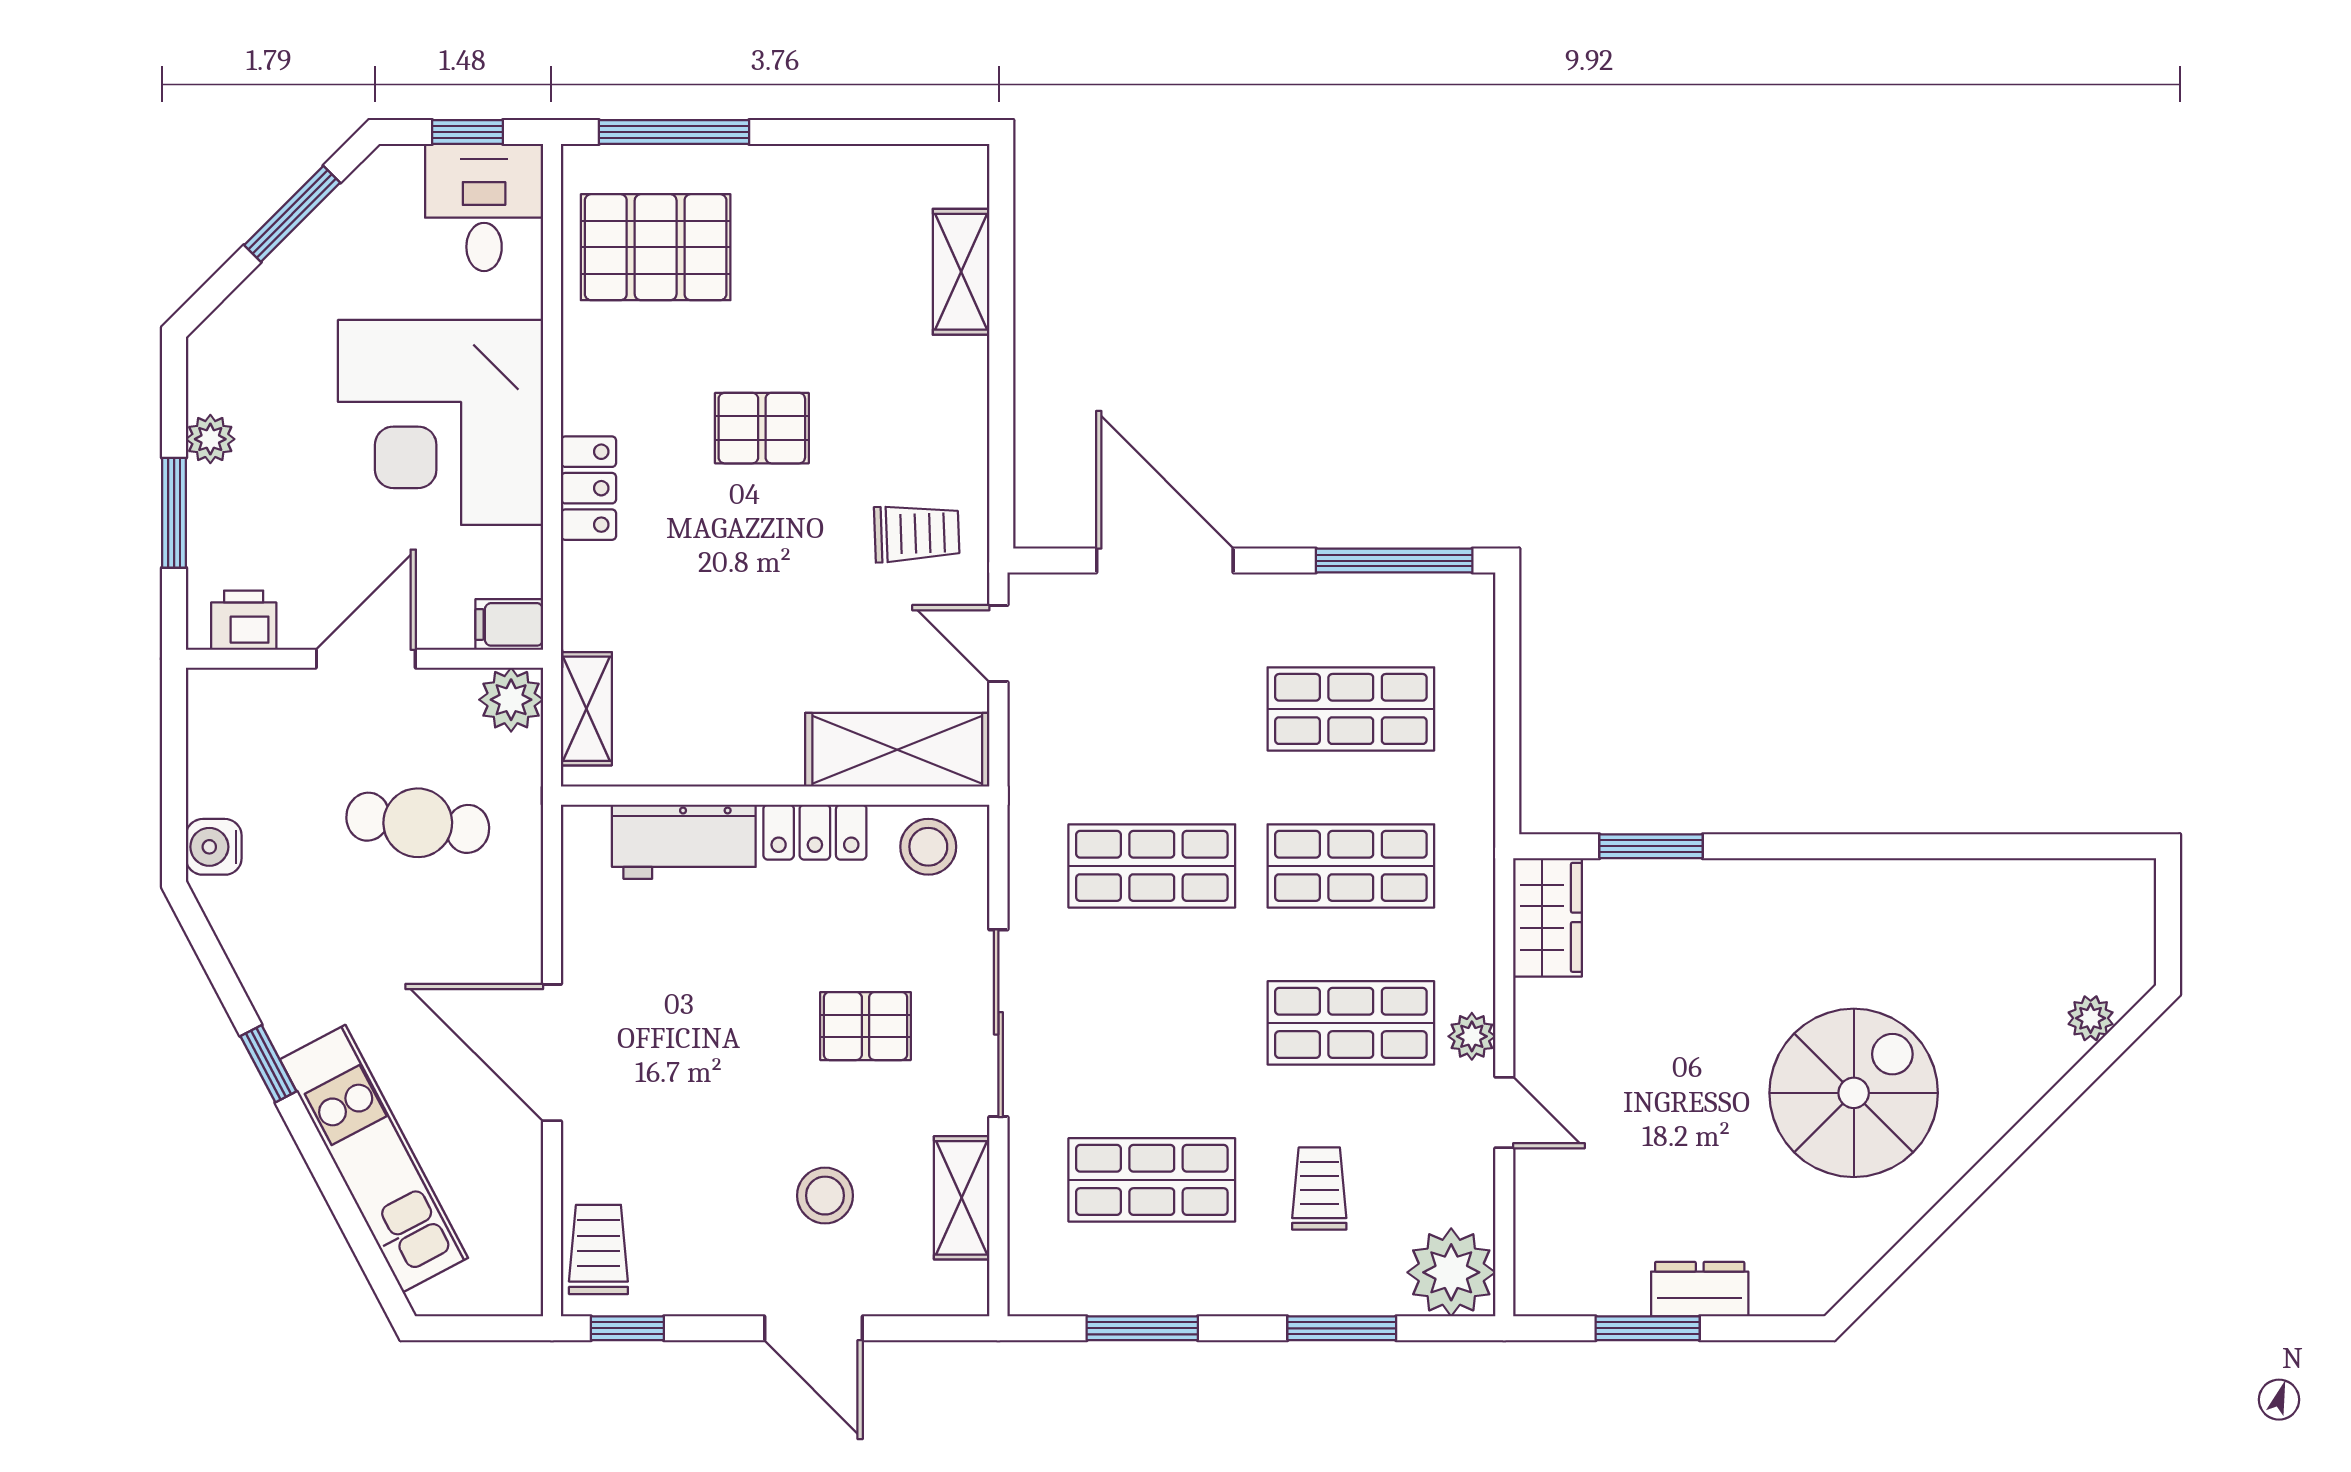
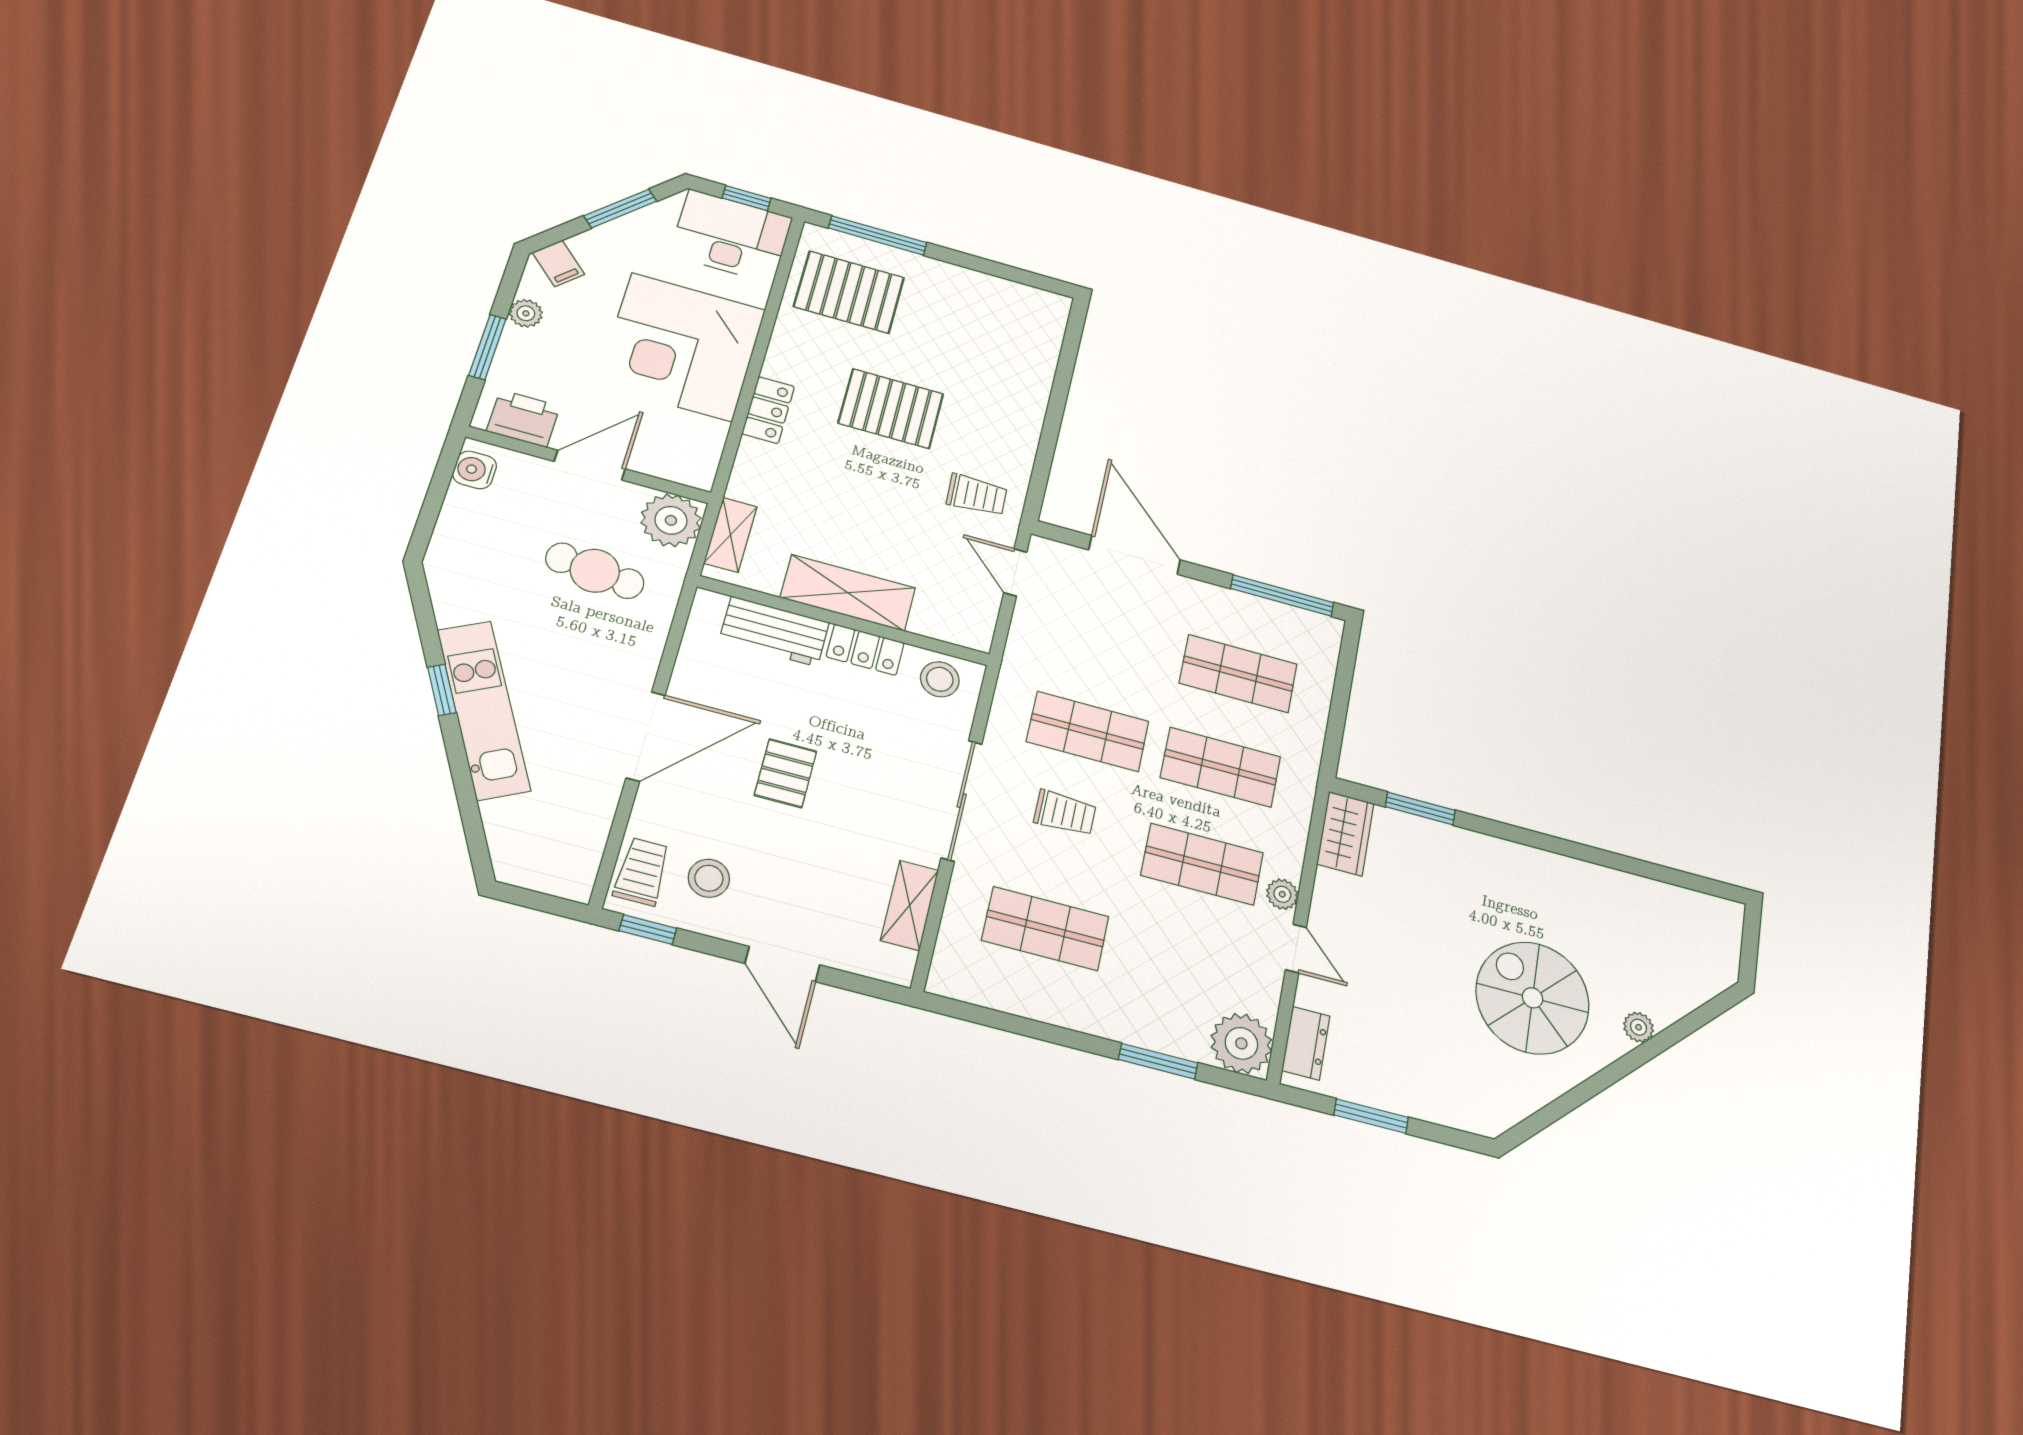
desk: (484, 207) -> (731, 236), width x1.37
shelving: (961, 272) -> (1040, 360), removed
pallet: (762, 428) -> (891, 409), width x1.50, depth x1.42
printer: (244, 620) -> (523, 419), width x1.36, depth x1.24
filing cabinet: (509, 624) -> (558, 263), moved, turned -135
plant: (511, 700) -> (671, 520), width x1.36, depth x1.36
shelving: (897, 750) -> (848, 593), moved
water cooler: (214, 847) -> (475, 470), moved
plant: (2091, 1018) -> (1639, 1027), moved
pallet: (865, 1026) -> (786, 773), moved, turned 90
door: (552, 1053) -> (646, 736), swing flipped
spiral stairs: (1854, 1093) -> (1533, 998), turned -90
kitchen unit: (374, 1159) -> (484, 710), moved
trolley: (1319, 1188) -> (1065, 813), moved, turned 90
stool: (825, 1196) -> (709, 878), moved
dresser: (1700, 1289) -> (1306, 1043), moved, turned 90
window: (1142, 1328) -> (1017, 1025), removed

